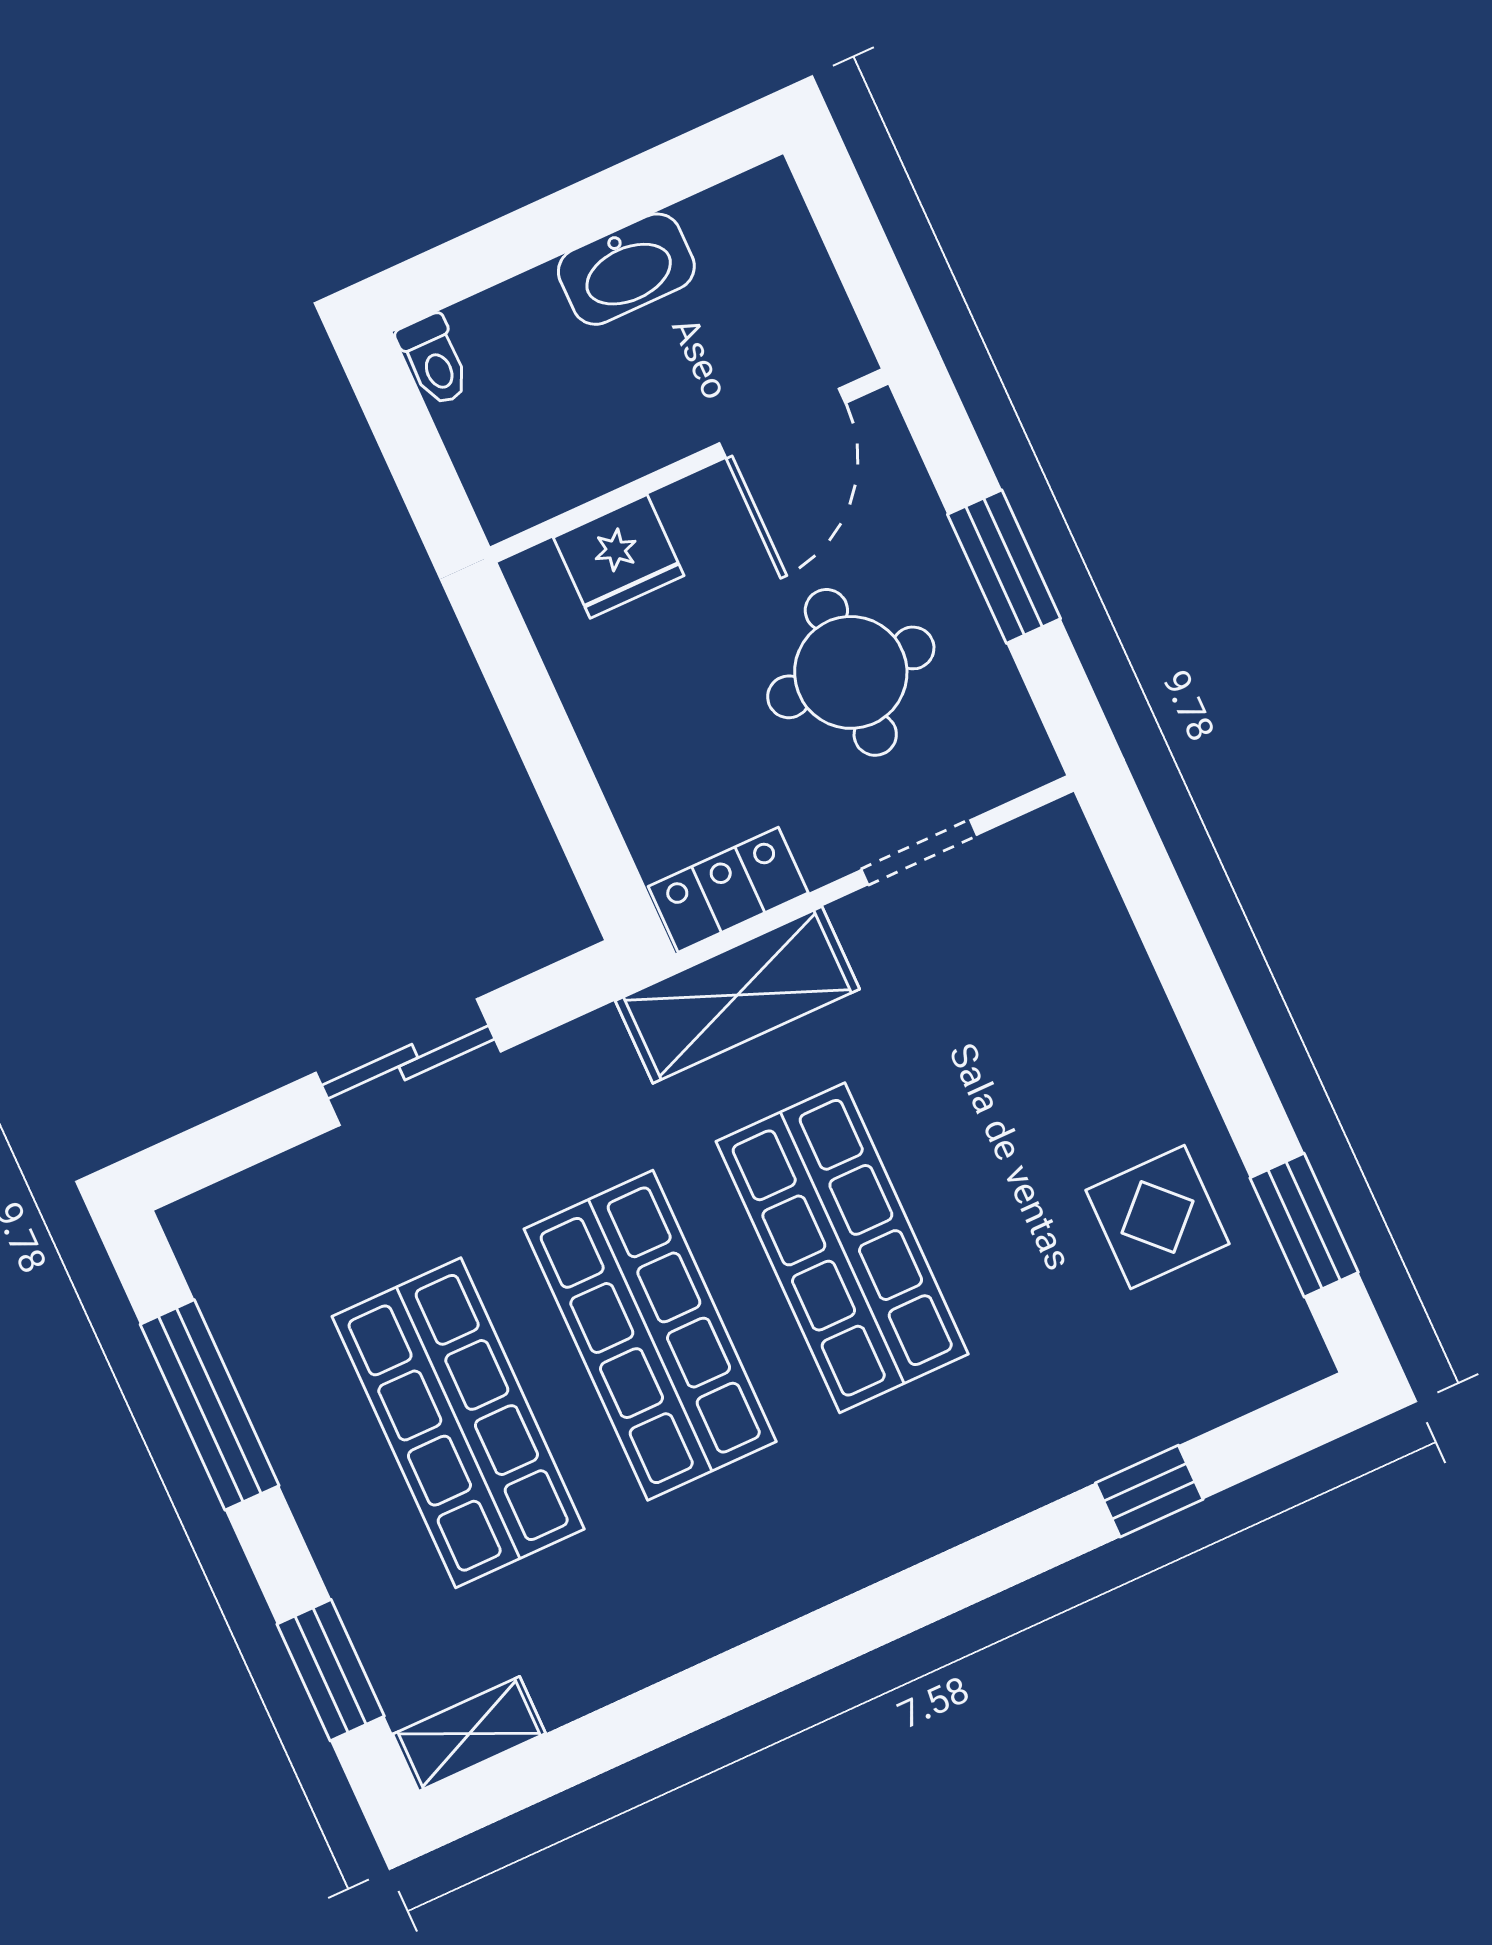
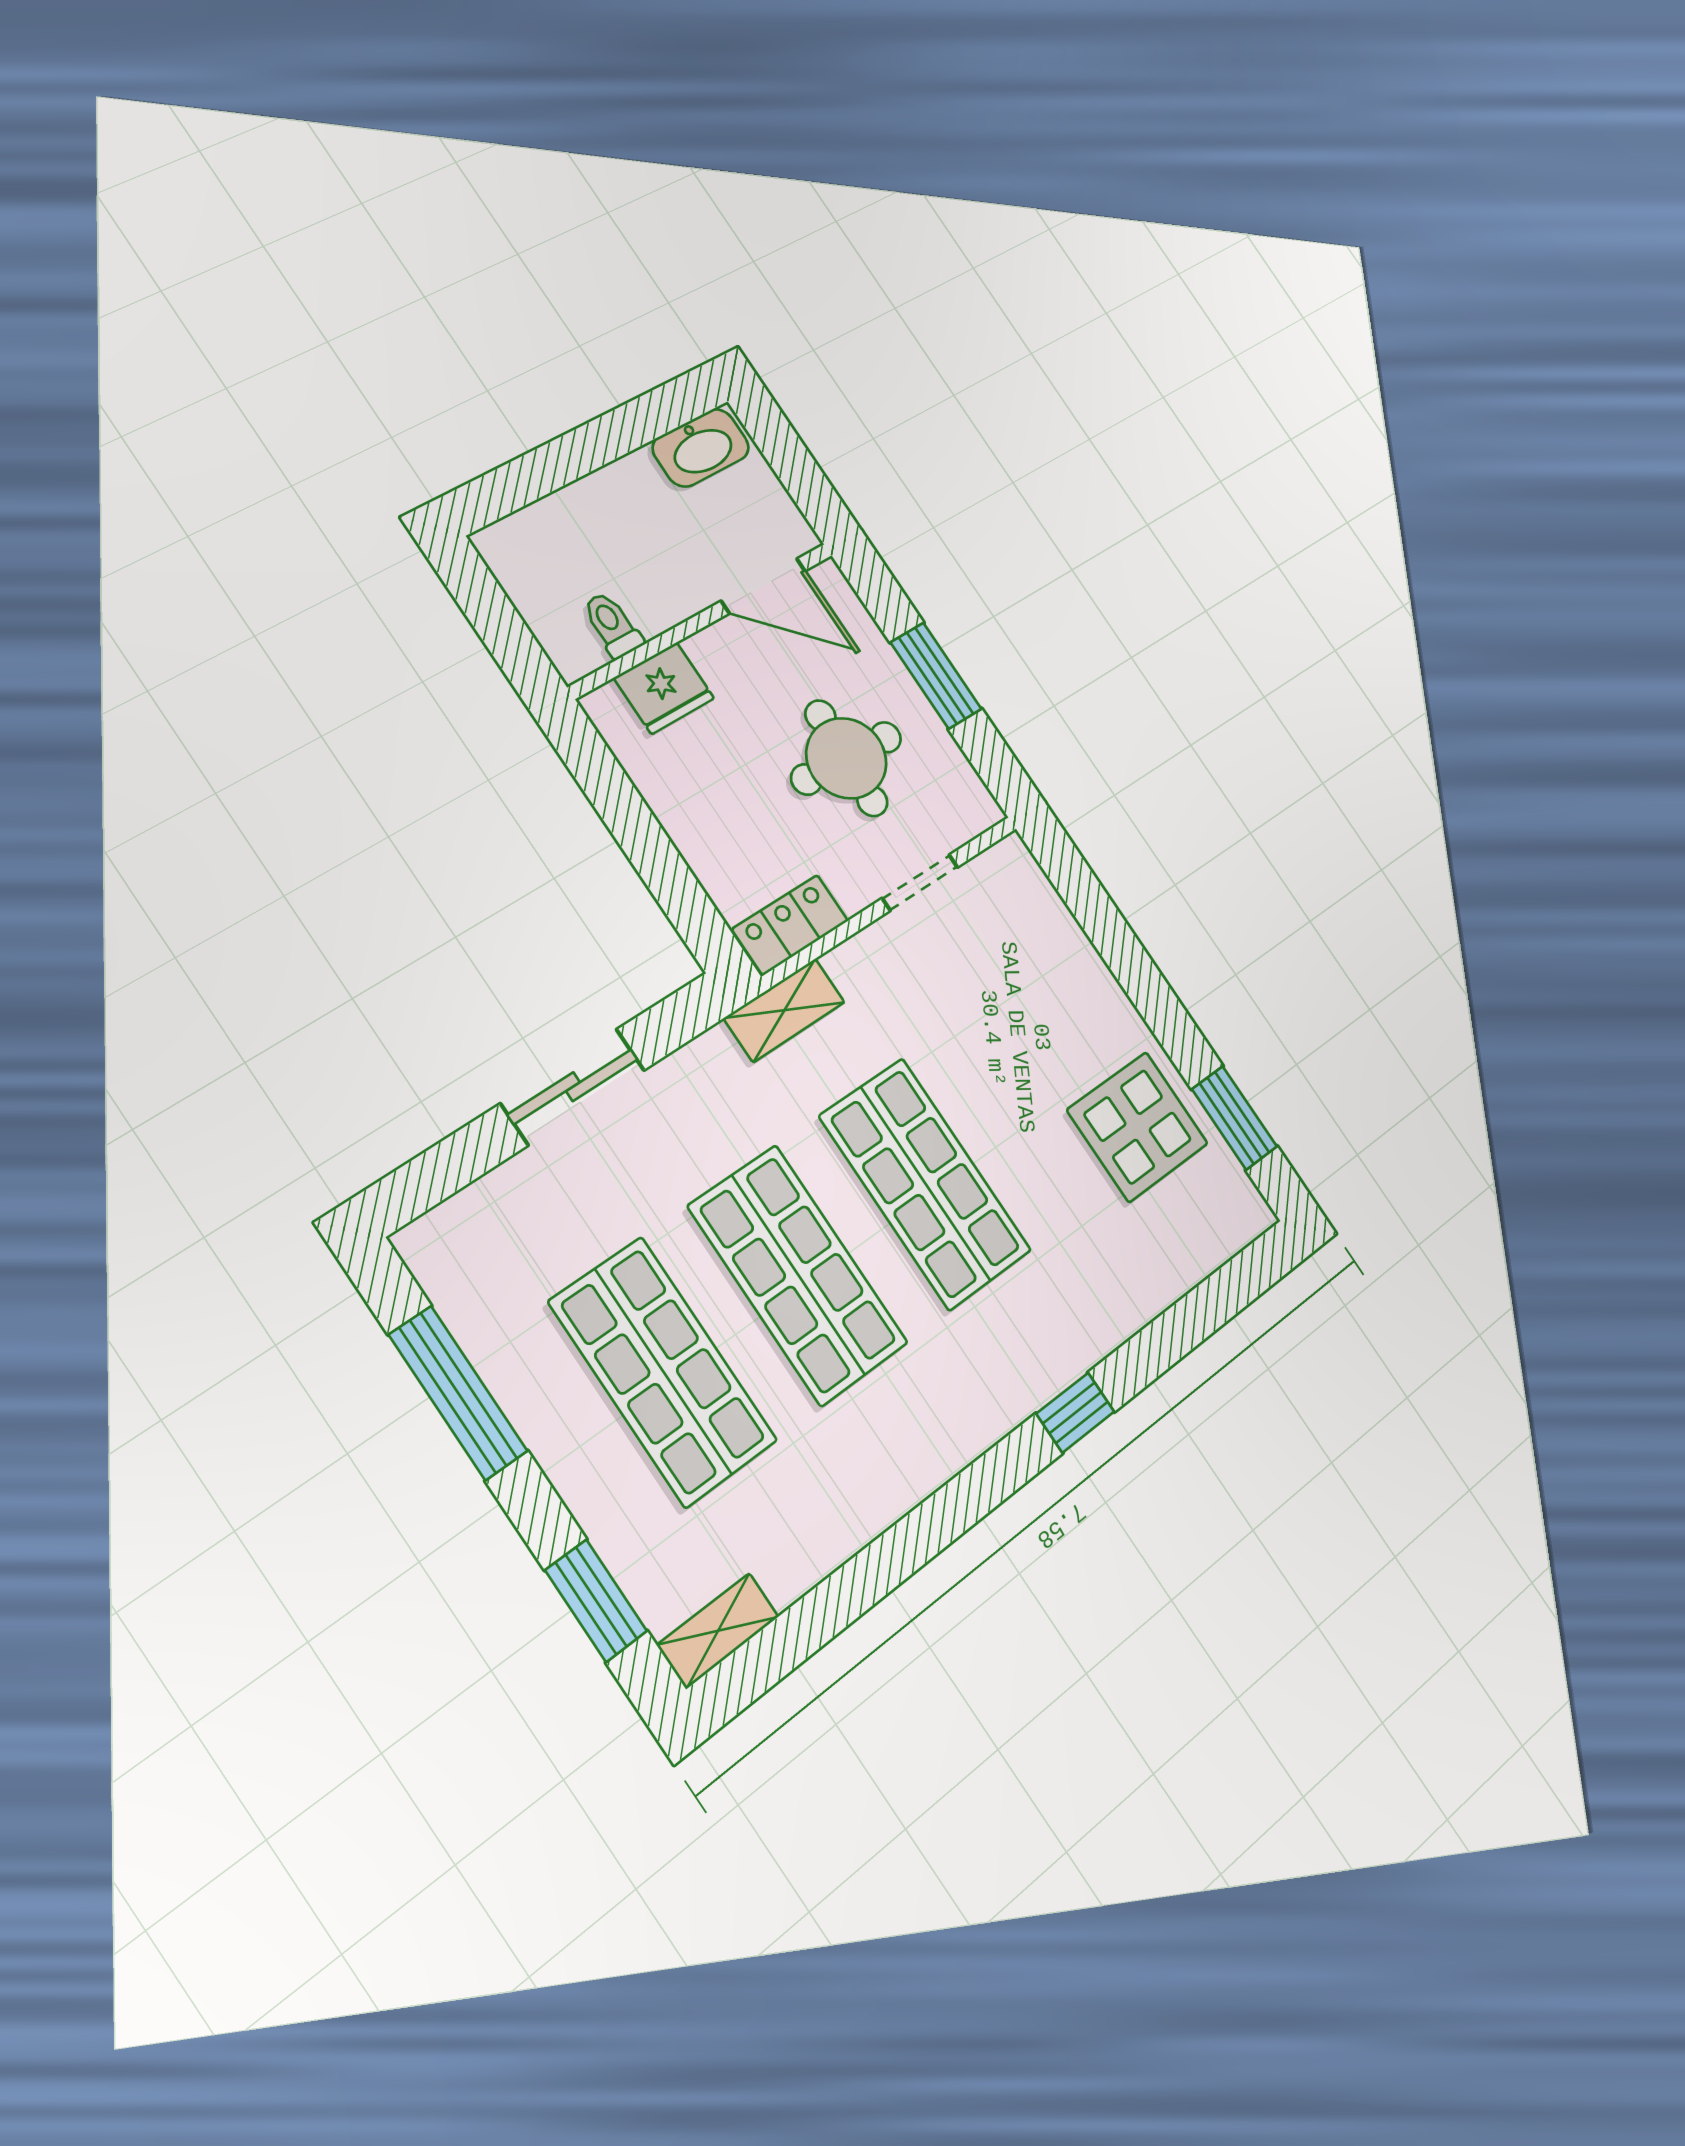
washbasin: (626, 269) -> (701, 448), moved
toilet: (434, 360) -> (612, 625), moved, turned 180
door: (782, 423) -> (763, 586), hinge flipped
shelving: (737, 995) -> (784, 1010), width x0.67, depth x0.75
display table: (1158, 1217) -> (1138, 1127), width x1.36, depth x1.36
window: (1149, 1491) -> (1075, 1413), moved

